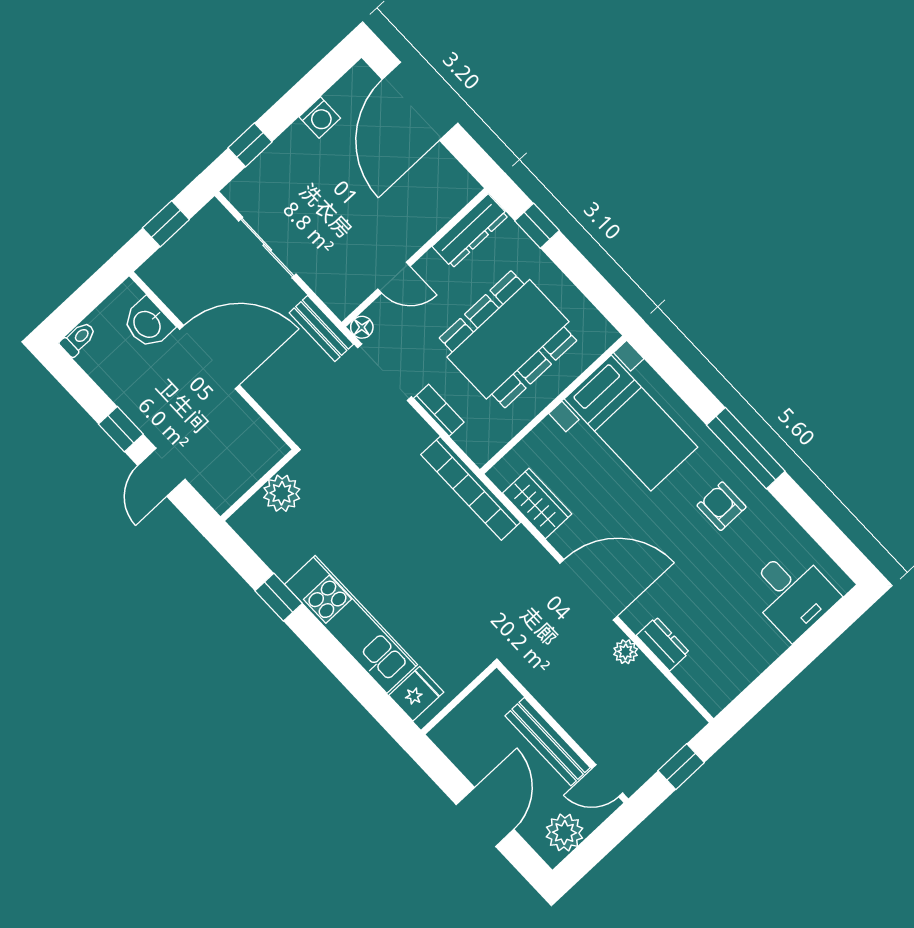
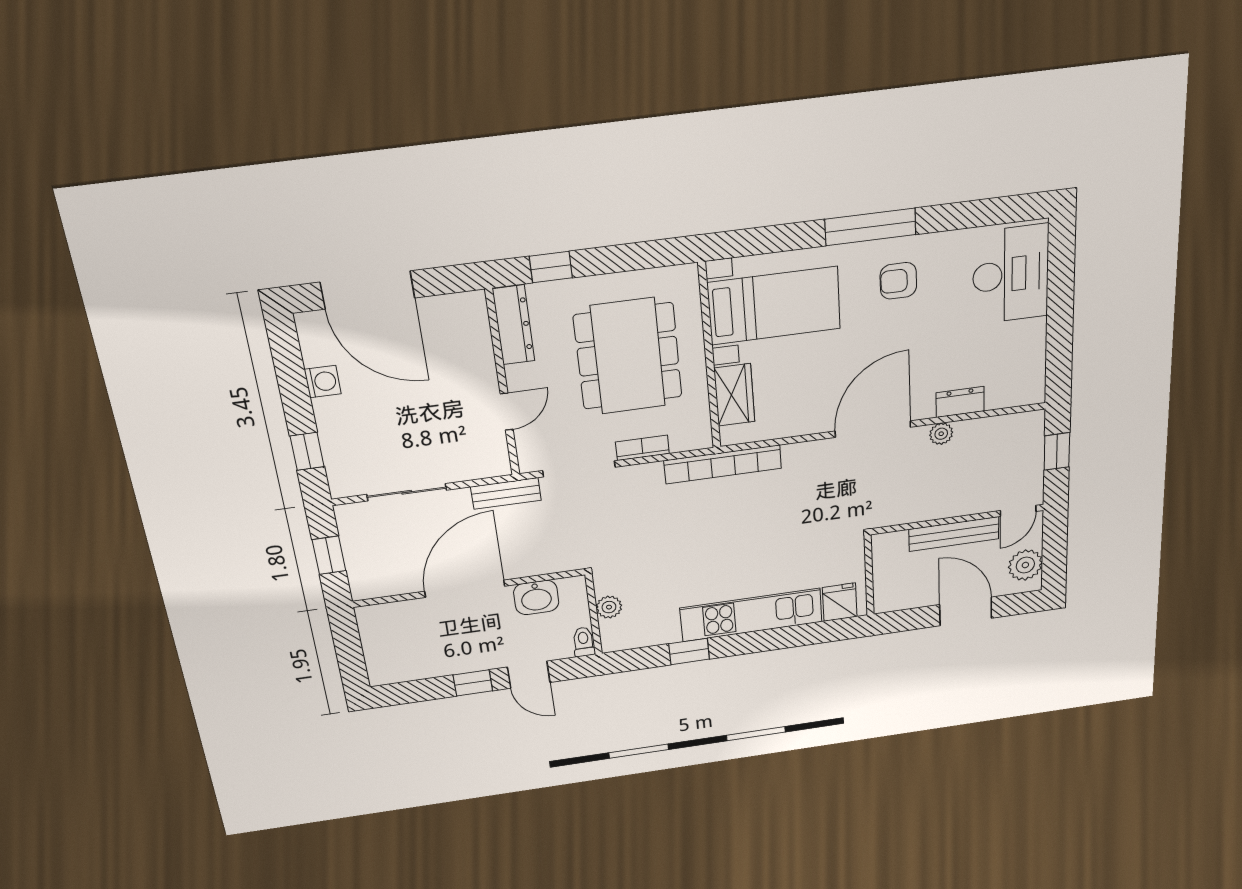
washbasin: (148, 324) -> (536, 597), moved
floor lamp: (362, 327) -> (529, 463), removed
toilet: (78, 339) -> (584, 642), moved
plant: (282, 493) -> (609, 607), width x0.73, depth x0.73
wardrobe: (537, 503) -> (734, 395), moved, turned 90
desk: (792, 593) -> (1011, 274), width x1.37

